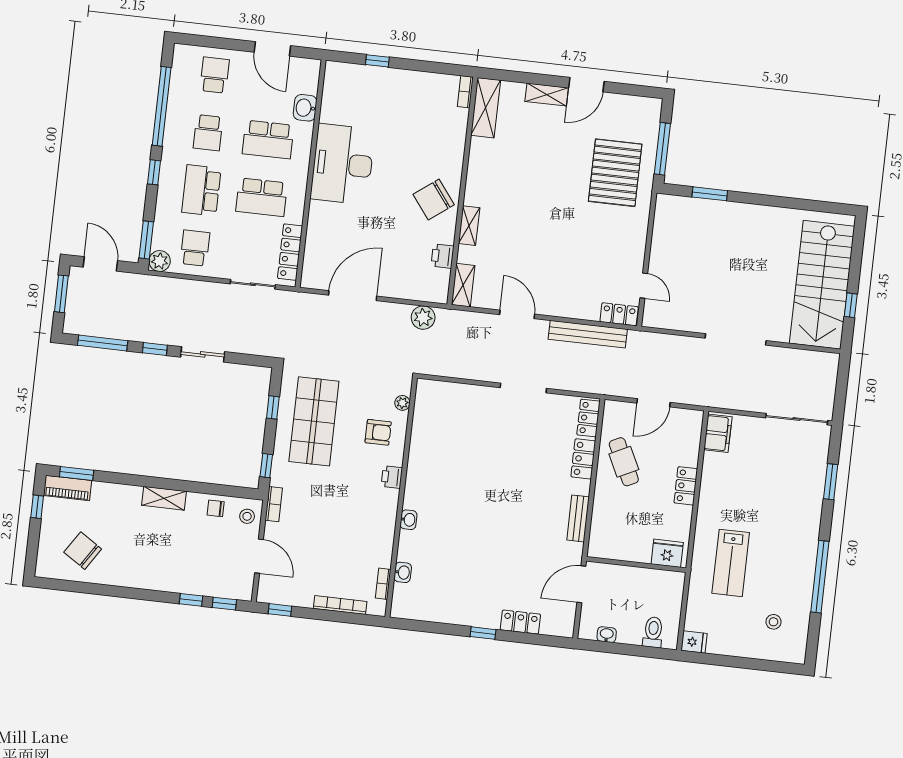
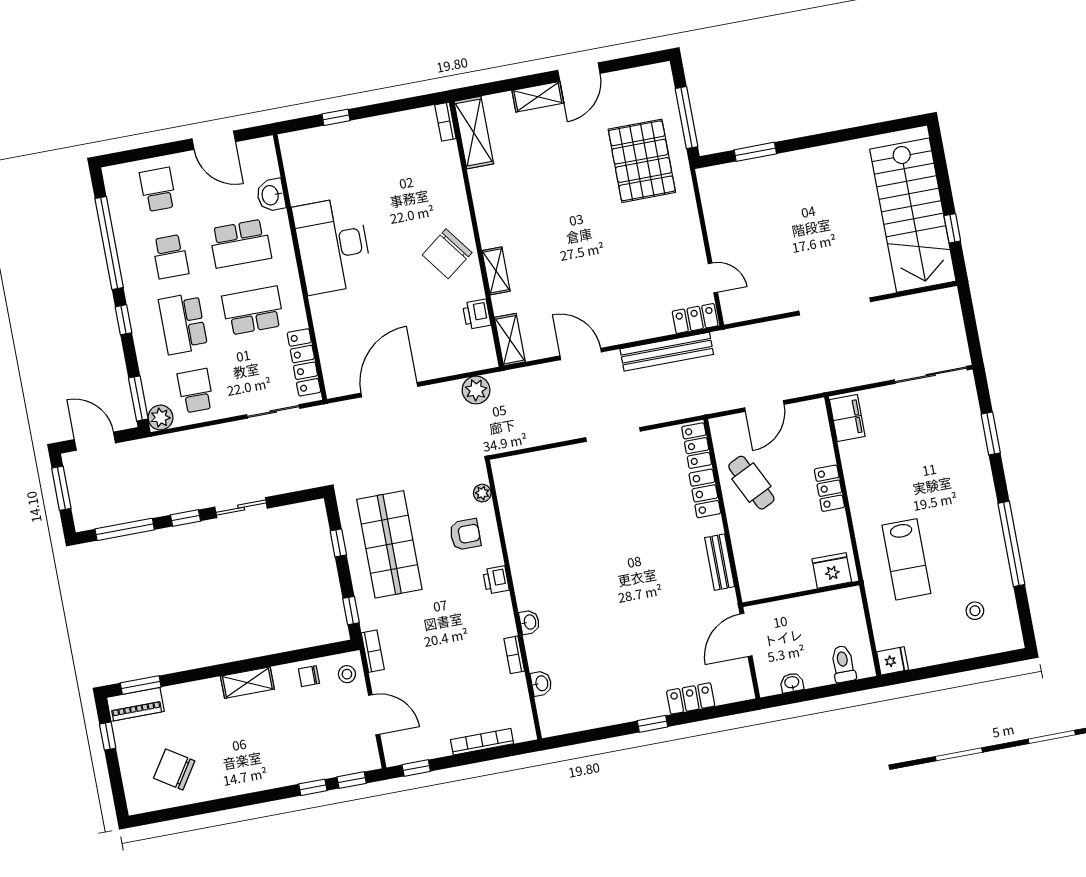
school desk: (262, 197) -> (253, 311), turned 180
bookcase: (383, 584) -> (514, 655), moved

